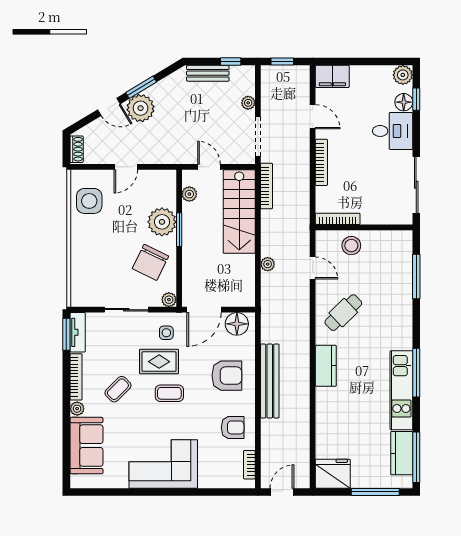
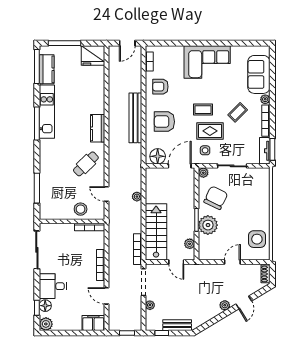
window: (141, 87) -> (222, 316), removed
door: (109, 107) -> (244, 302), swing flipped
plant: (141, 108) -> (225, 305), width x0.53, depth x0.53

